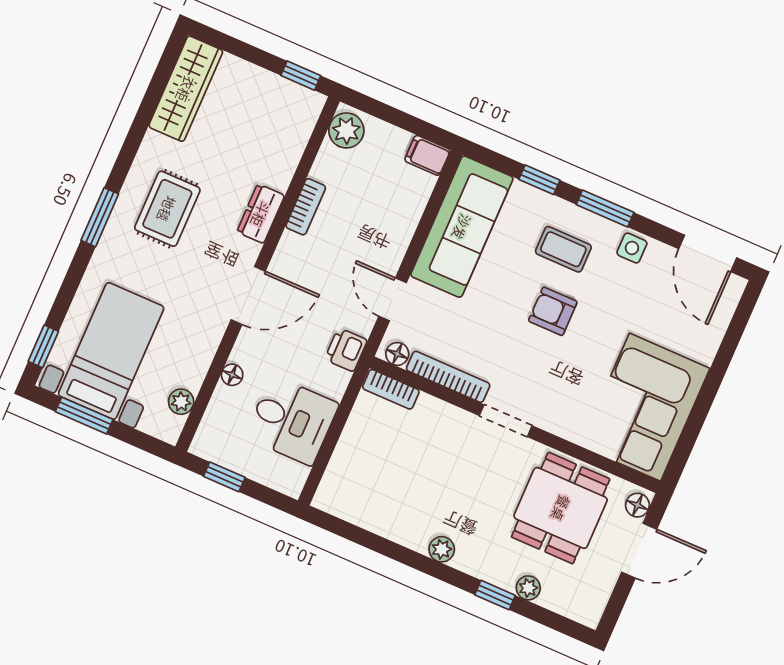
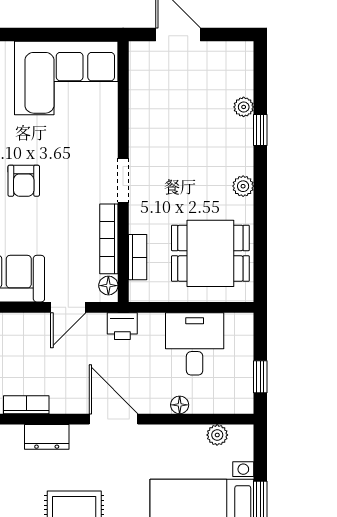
bookcase: (391, 389) -> (138, 257), moved
floor lamp: (637, 505) -> (144, 51), removed
dining table: (561, 508) -> (210, 253), moved

